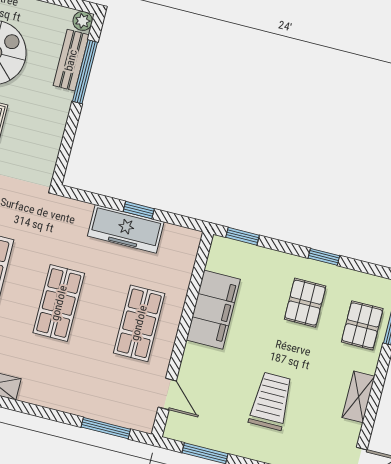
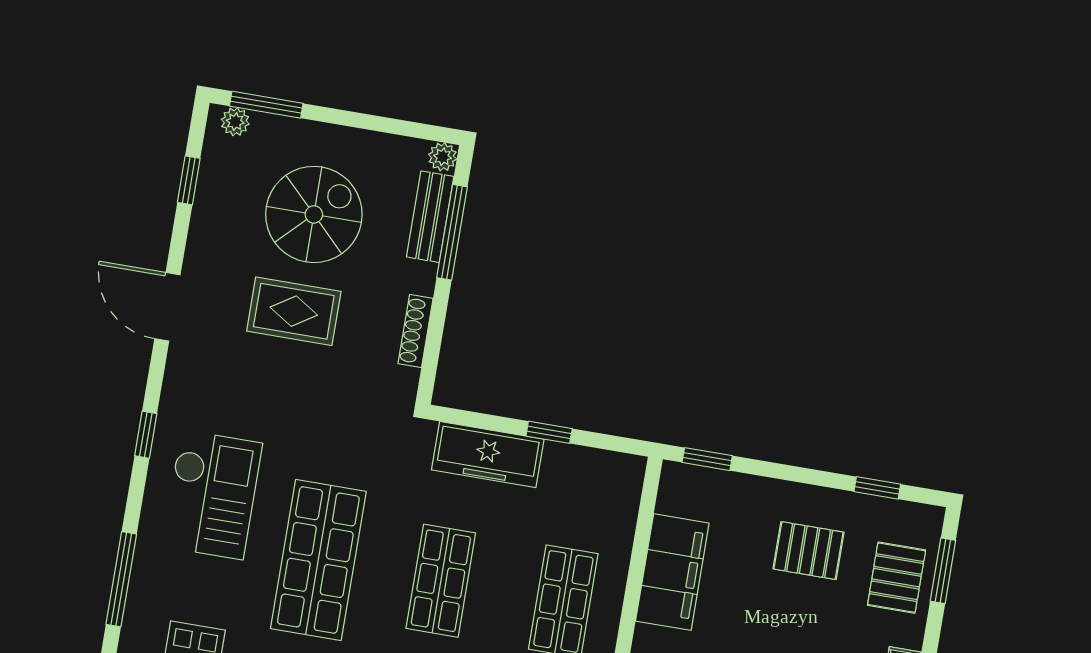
shoe rack: (55, 135) -> (416, 331), added
freezer: (126, 229) -> (488, 455), moved
window: (324, 257) -> (877, 488), moved
pallet: (305, 303) -> (809, 551), turned 90

